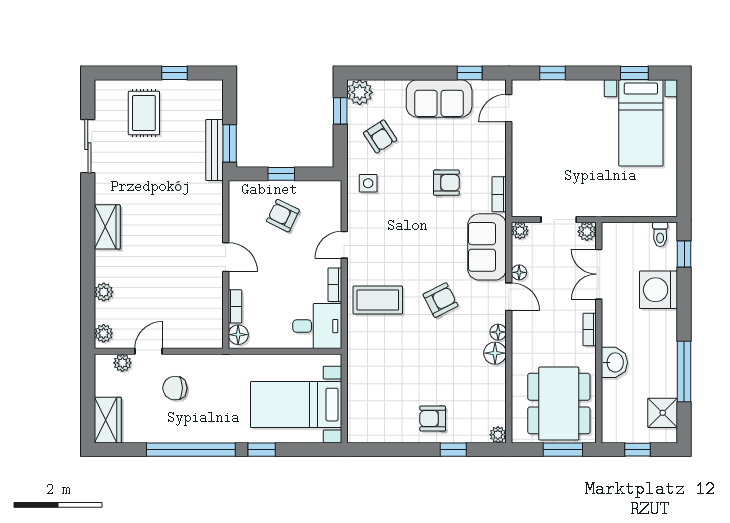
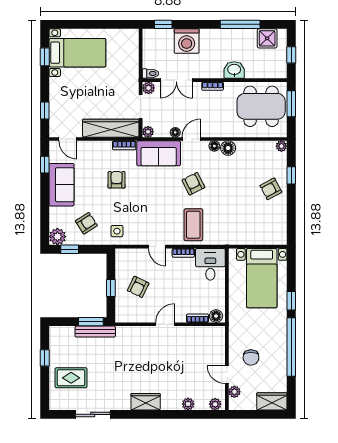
wardrobe: (525, 174) -> (111, 128), added
toilet: (660, 234) -> (150, 73), moved
armchair: (433, 419) -> (271, 189), turned 62

